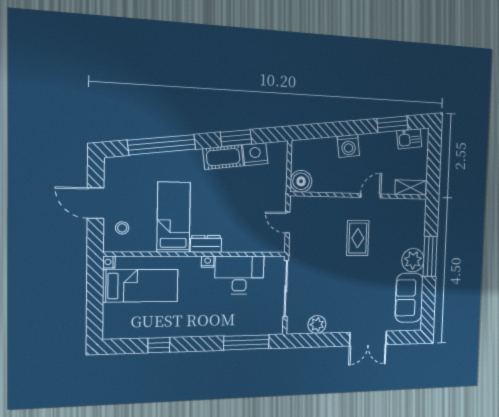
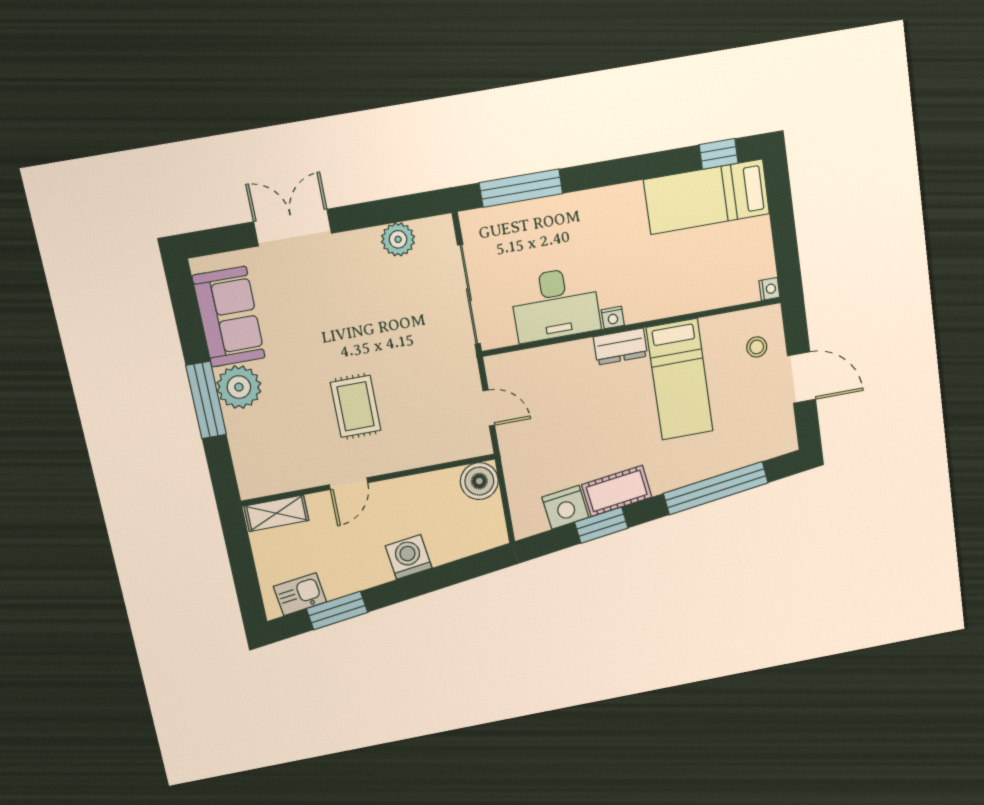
bed: (140, 286) -> (707, 197), moved
window: (159, 345) -> (719, 154), moved

